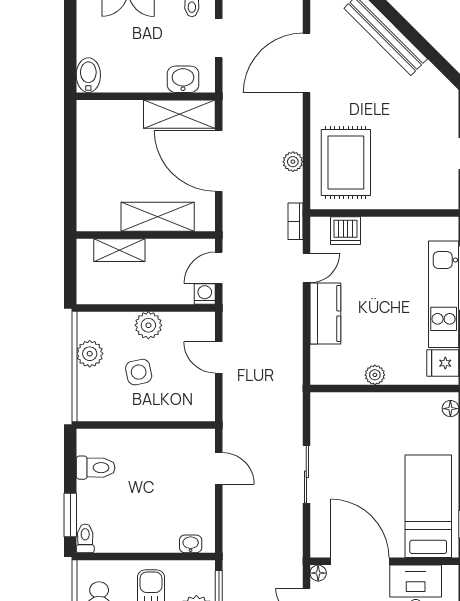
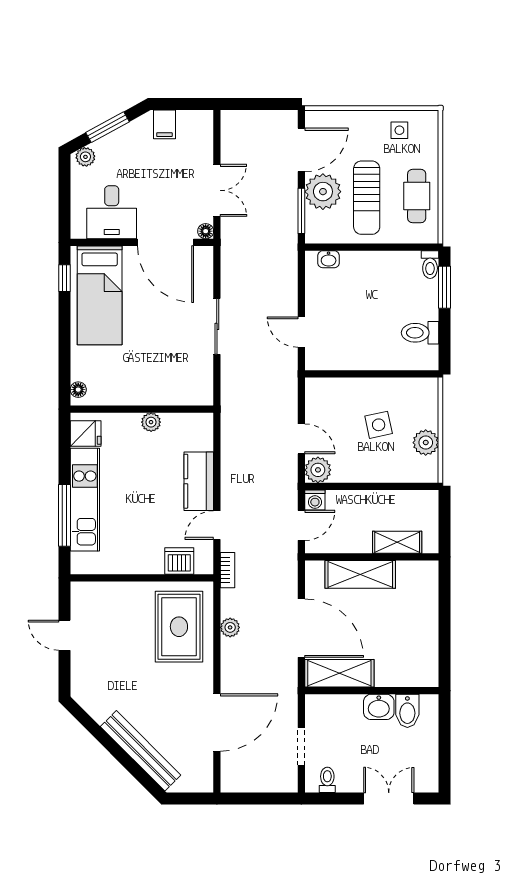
bidet: (88, 75) -> (407, 711), moved
washbasin: (183, 79) -> (379, 707), moved
plant: (148, 325) -> (318, 470), moved

